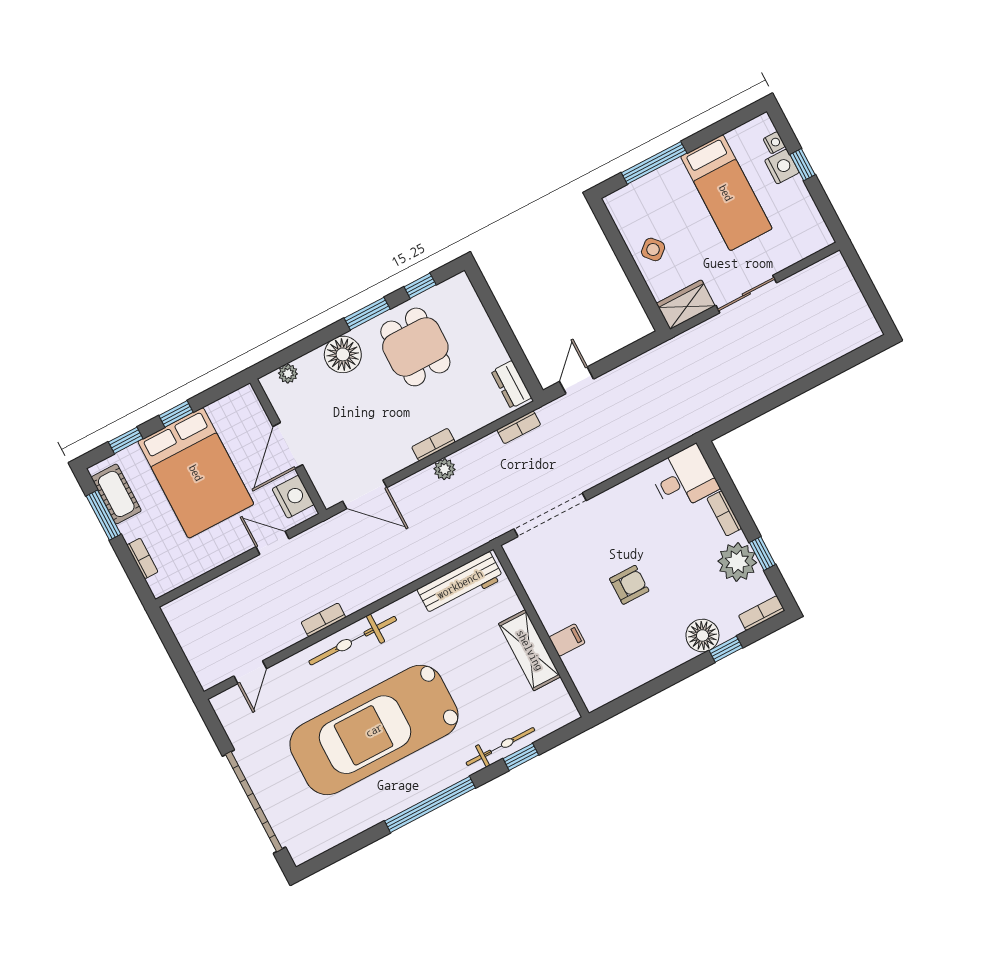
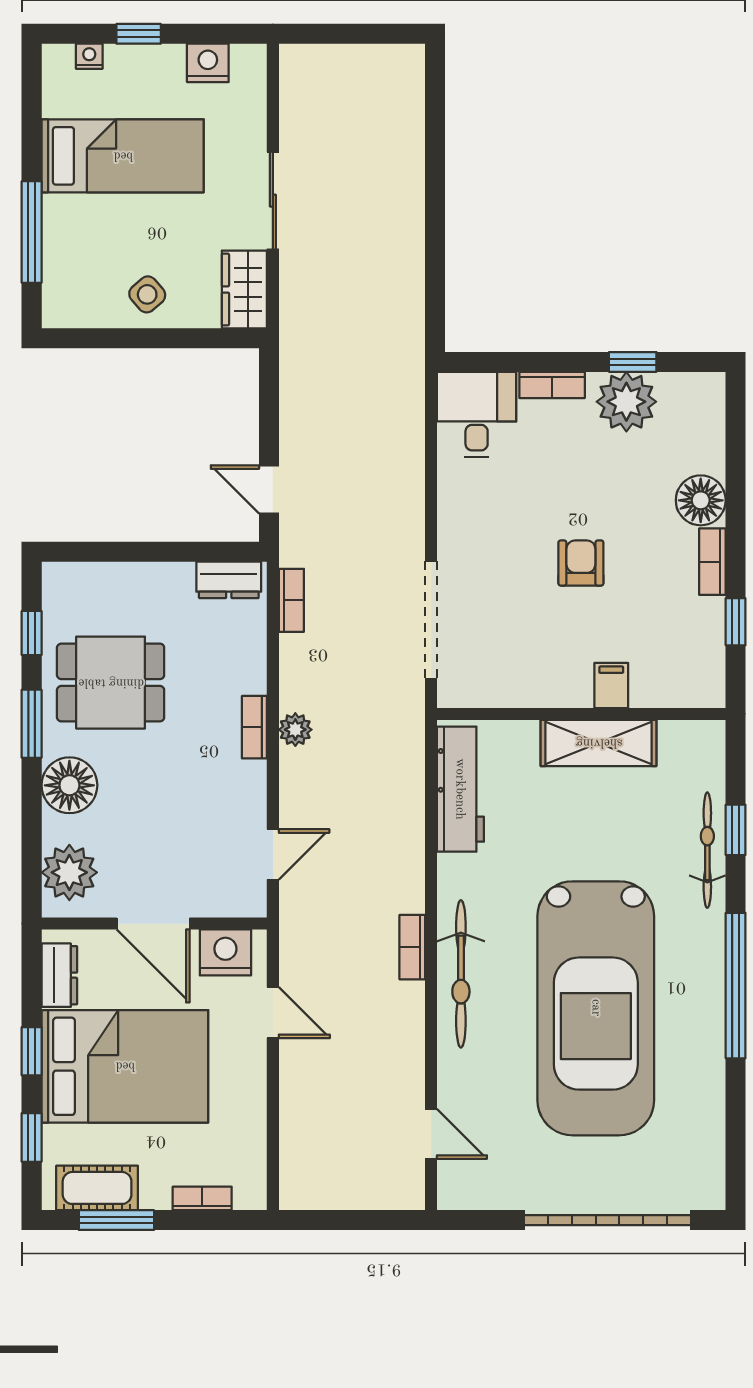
nightstand: (782, 167) -> (208, 63), moved
plant: (288, 374) -> (69, 872), width x1.87, depth x1.87
dresser: (229, 407) -> (59, 975), added
door: (365, 494) -> (273, 854), width x0.73
door: (272, 543) -> (273, 1013), swing flipped
bookcase: (762, 613) -> (712, 562), moved
bookcase: (323, 620) -> (412, 947), moved
window: (726, 649) -> (736, 622), moved

